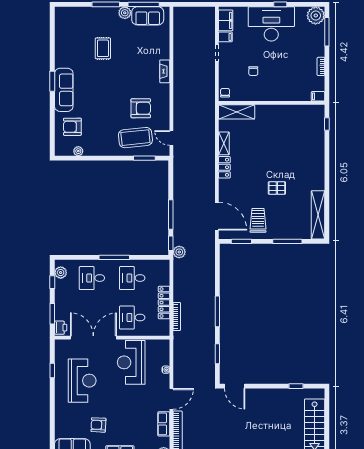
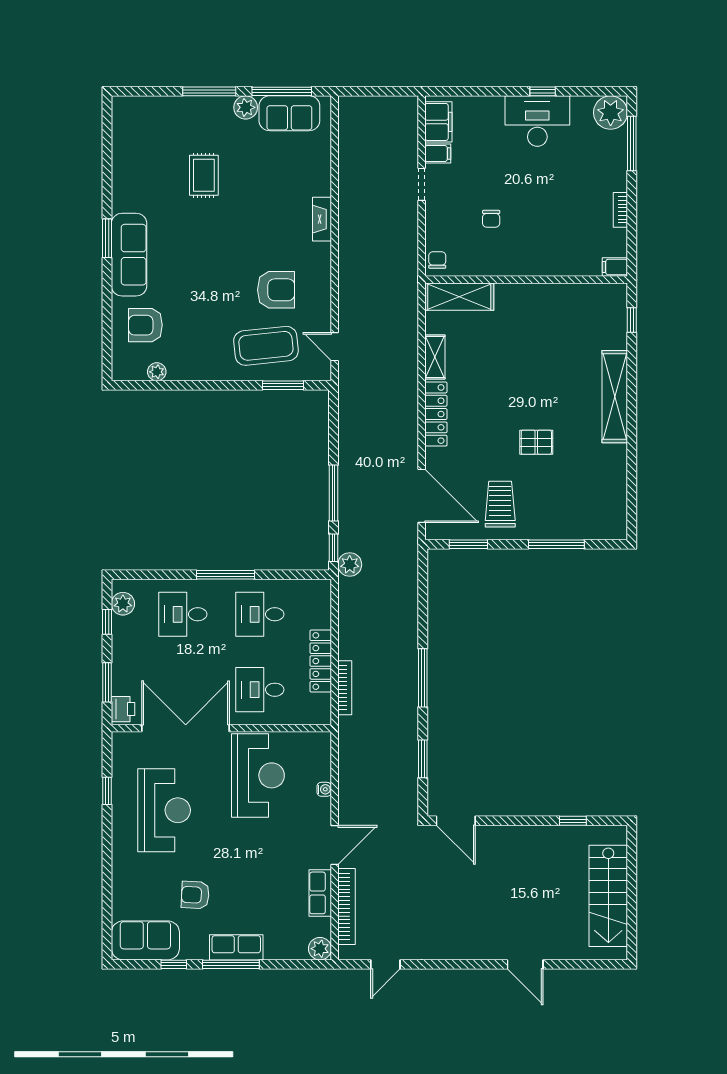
desk: (271, 24) -> (537, 121), width x0.73, depth x0.77
locker: (224, 167) -> (436, 414), width x1.53
shelving: (318, 215) -> (615, 397), moved
reception desk: (131, 362) -> (258, 775), turned 180

